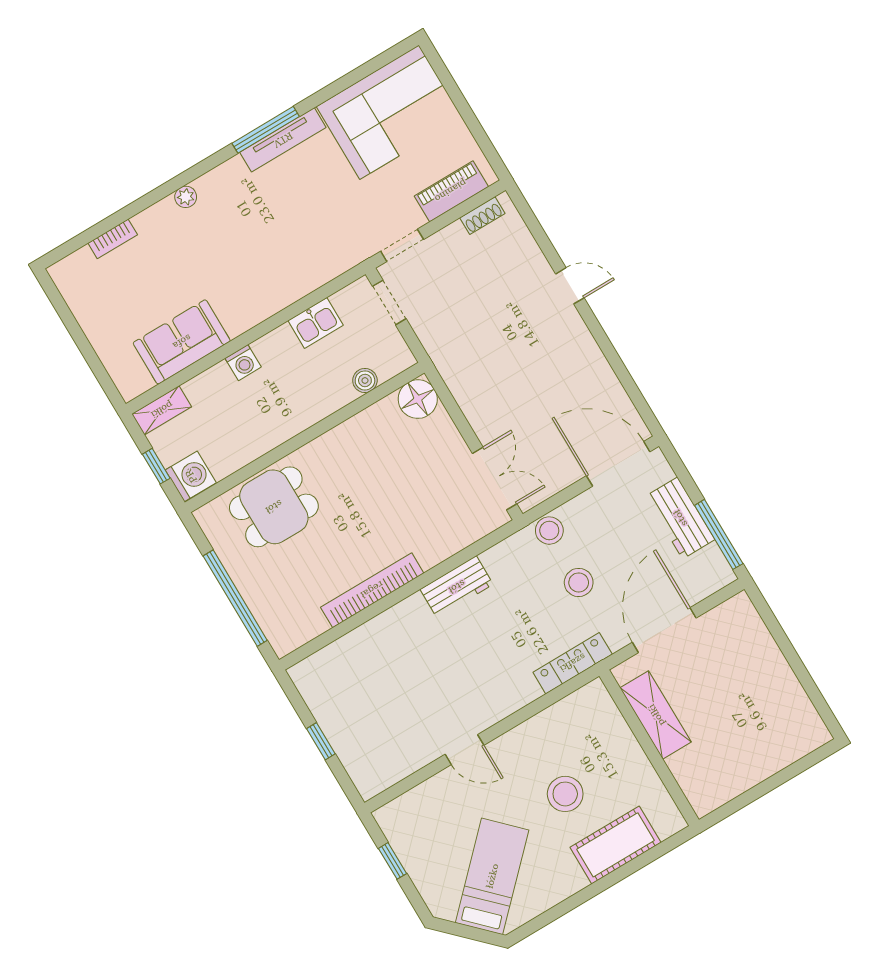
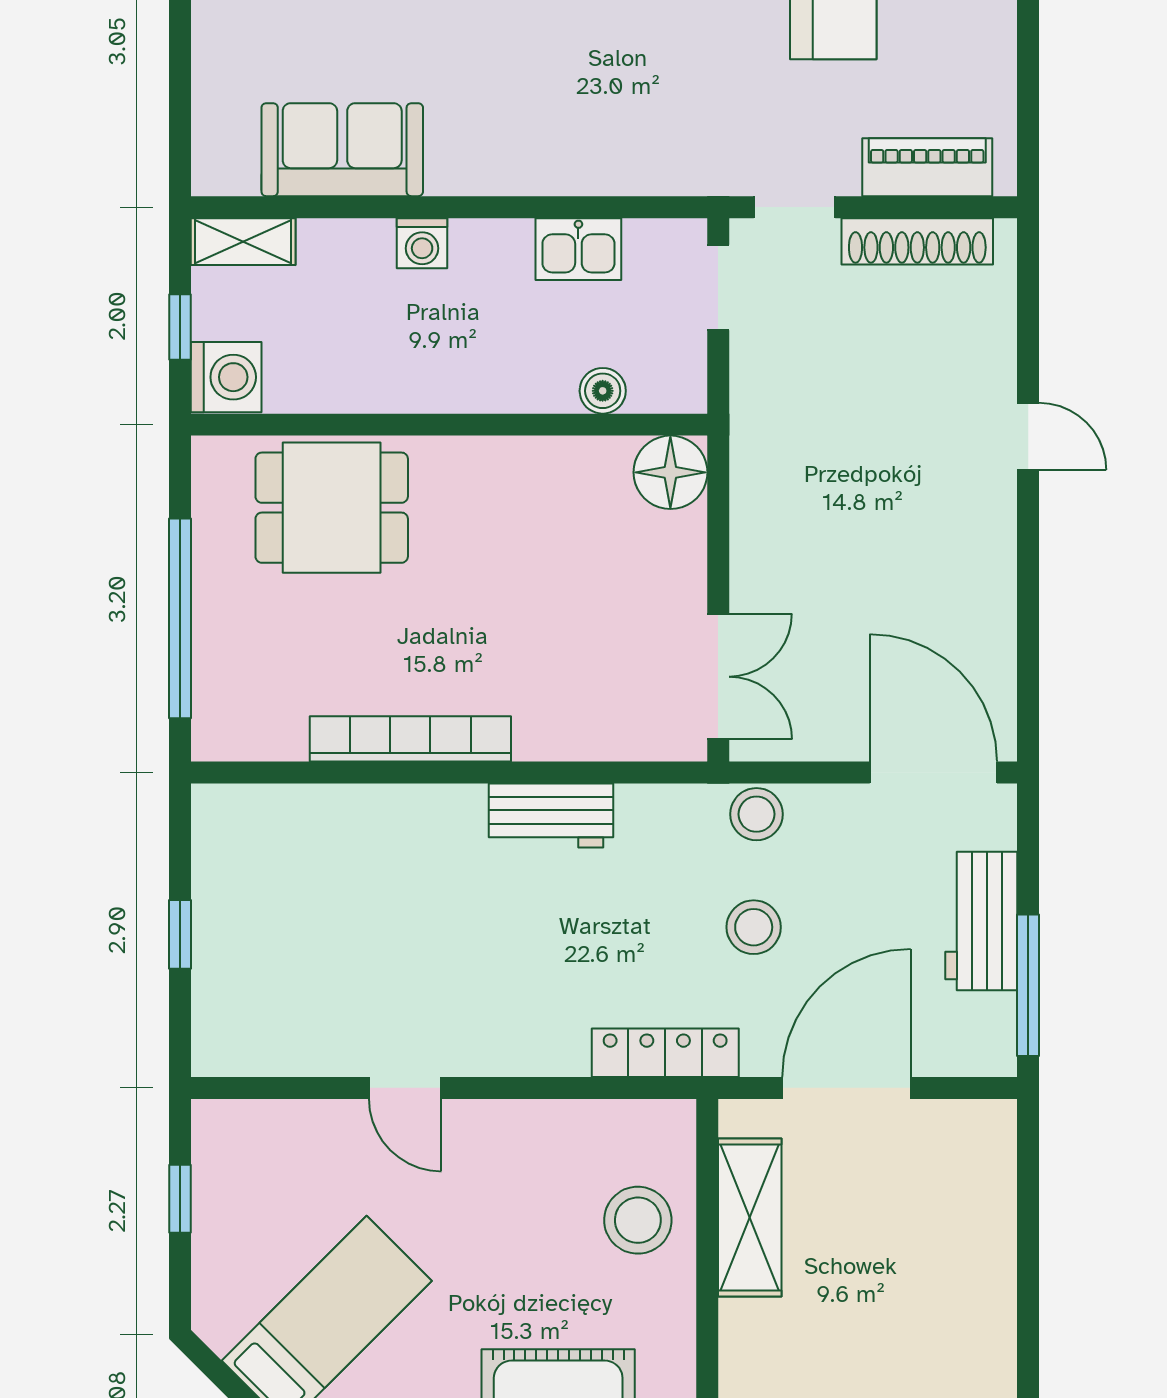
shoe rack: (482, 216) -> (917, 241), width x1.94, depth x1.24
stool: (565, 794) -> (638, 1220), moved

